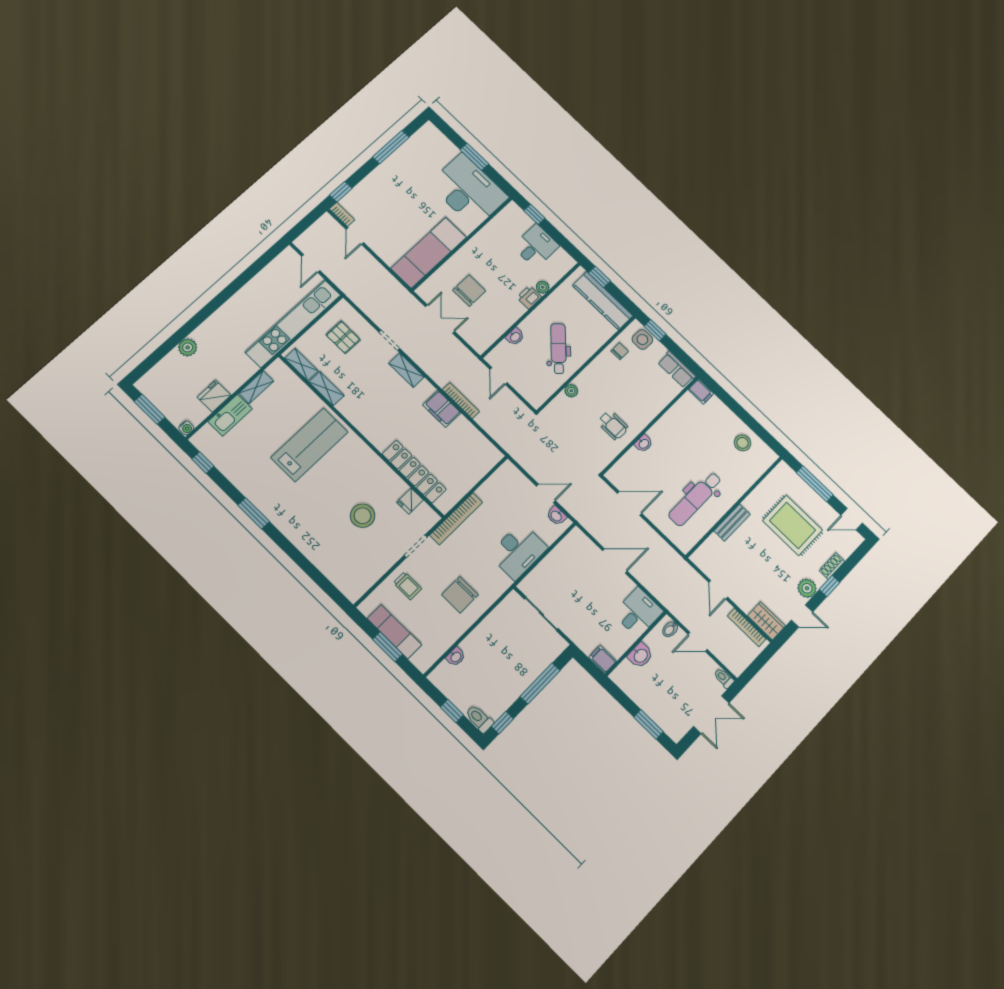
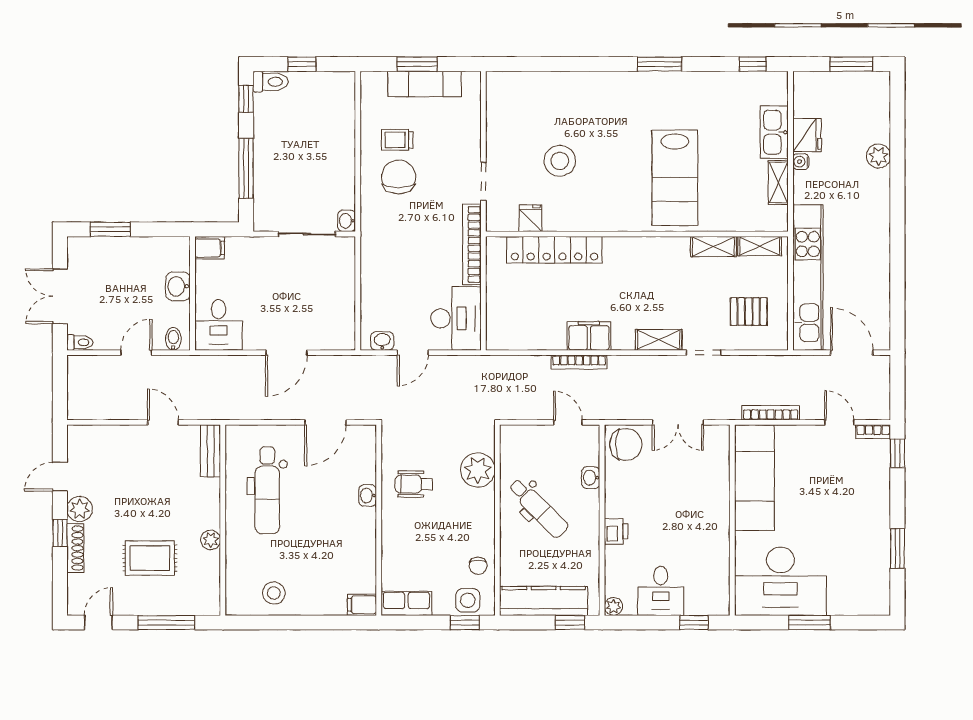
window: (391, 147) -> (897, 548), width x0.69
door: (311, 263) -> (852, 353), width x1.38
plant: (543, 287) -> (613, 606), moved
chair: (469, 291) -> (626, 444), moved, turned -90
plant: (571, 391) -> (478, 470), width x1.88, depth x1.88
water cooler: (186, 428) -> (801, 162), moved
dental chair: (695, 499) -> (267, 490), turned 180
plant: (751, 503) -> (211, 540), added
bench: (732, 523) -> (211, 451), moved
rug: (793, 525) -> (150, 558), width x0.73, depth x0.70
desk: (518, 551) -> (456, 318), moved, turned 180
shoe rack: (832, 566) -> (75, 548), width x1.43
trolley: (407, 586) -> (397, 140), moved
wardrobe: (766, 621) -> (90, 438), removed
bookcase: (747, 627) -> (771, 413), moved
washbasin: (456, 657) -> (347, 221), moved

